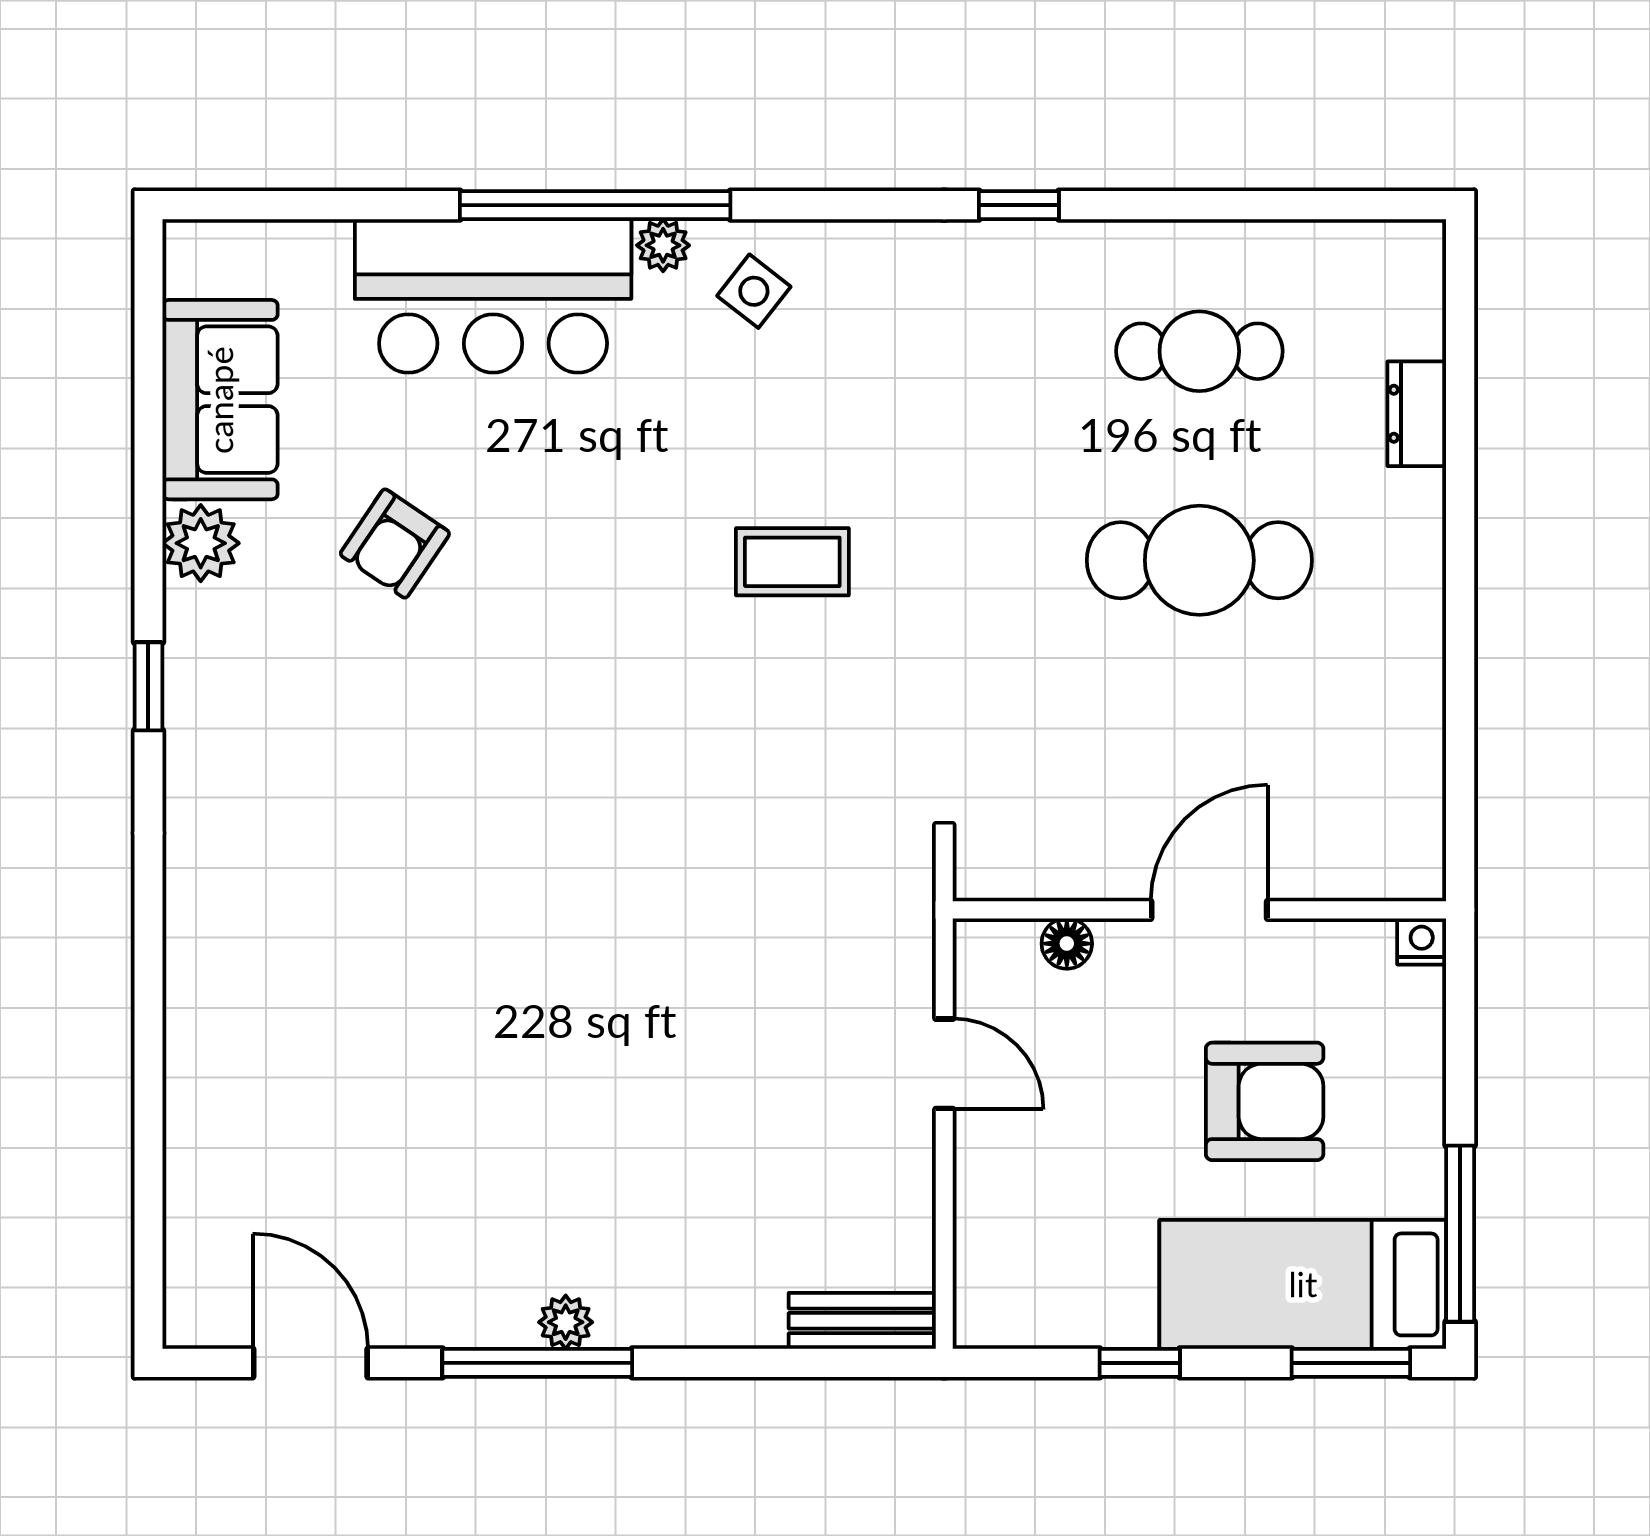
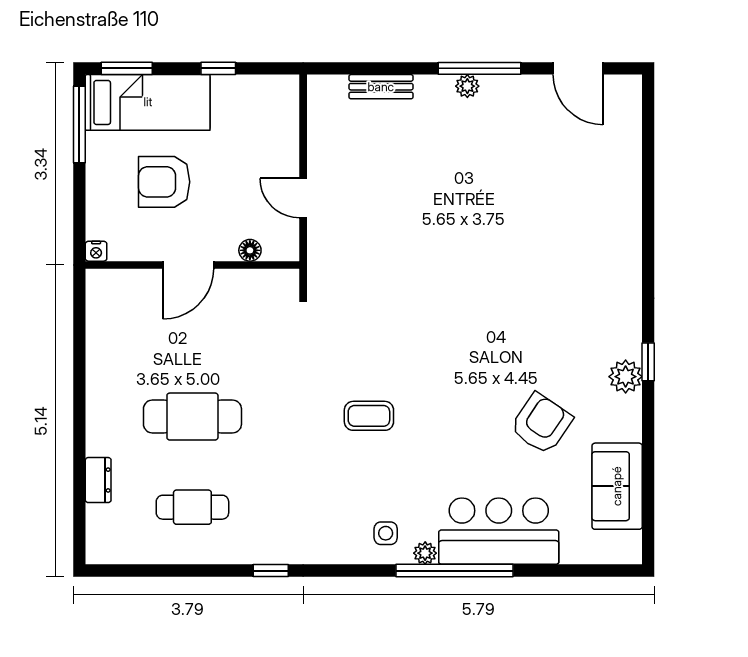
side table: (754, 291) -> (386, 533), turned -38
plant: (201, 543) -> (626, 377), moved
armchair: (395, 544) -> (541, 424), width x1.38, depth x1.38
bench: (862, 1321) -> (381, 87), moved

